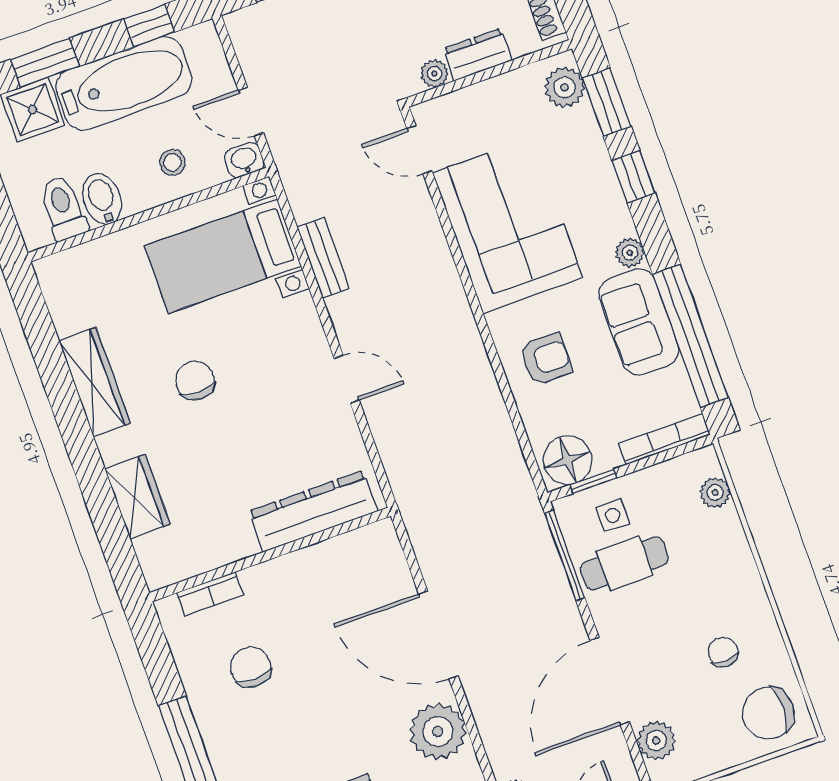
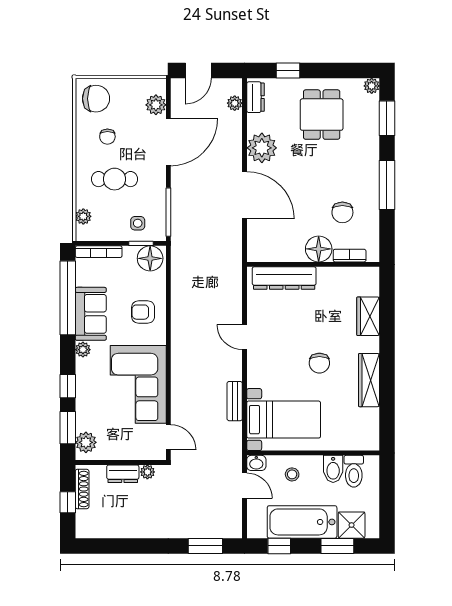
cafe table: (624, 563) -> (115, 179), moved
floor lamp: (270, 586) -> (319, 249), added

